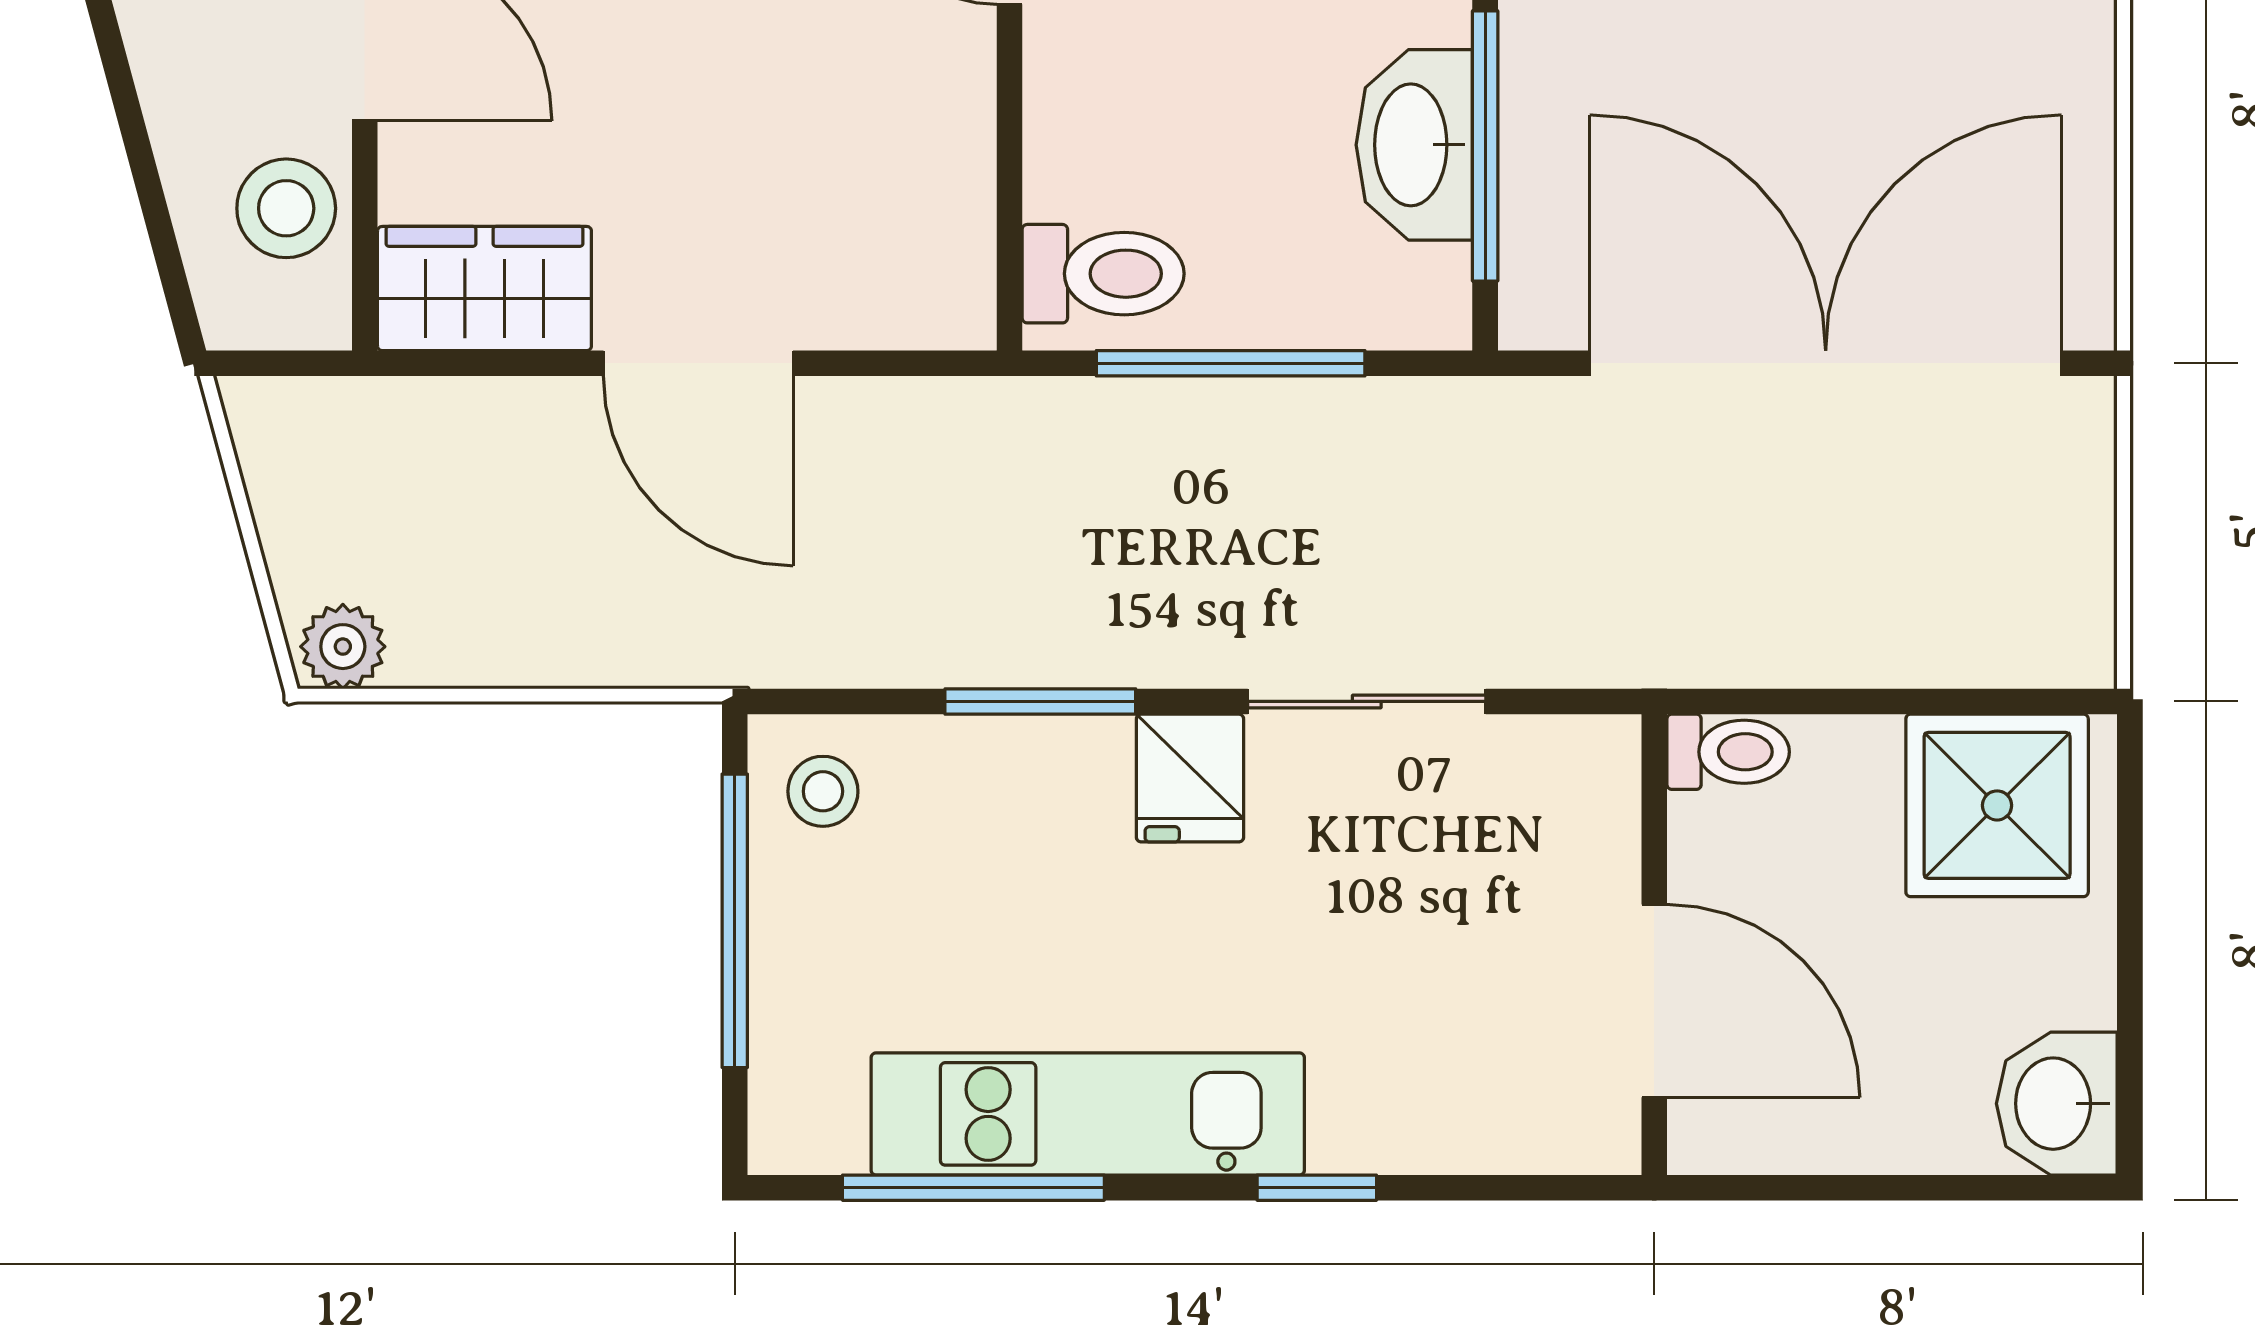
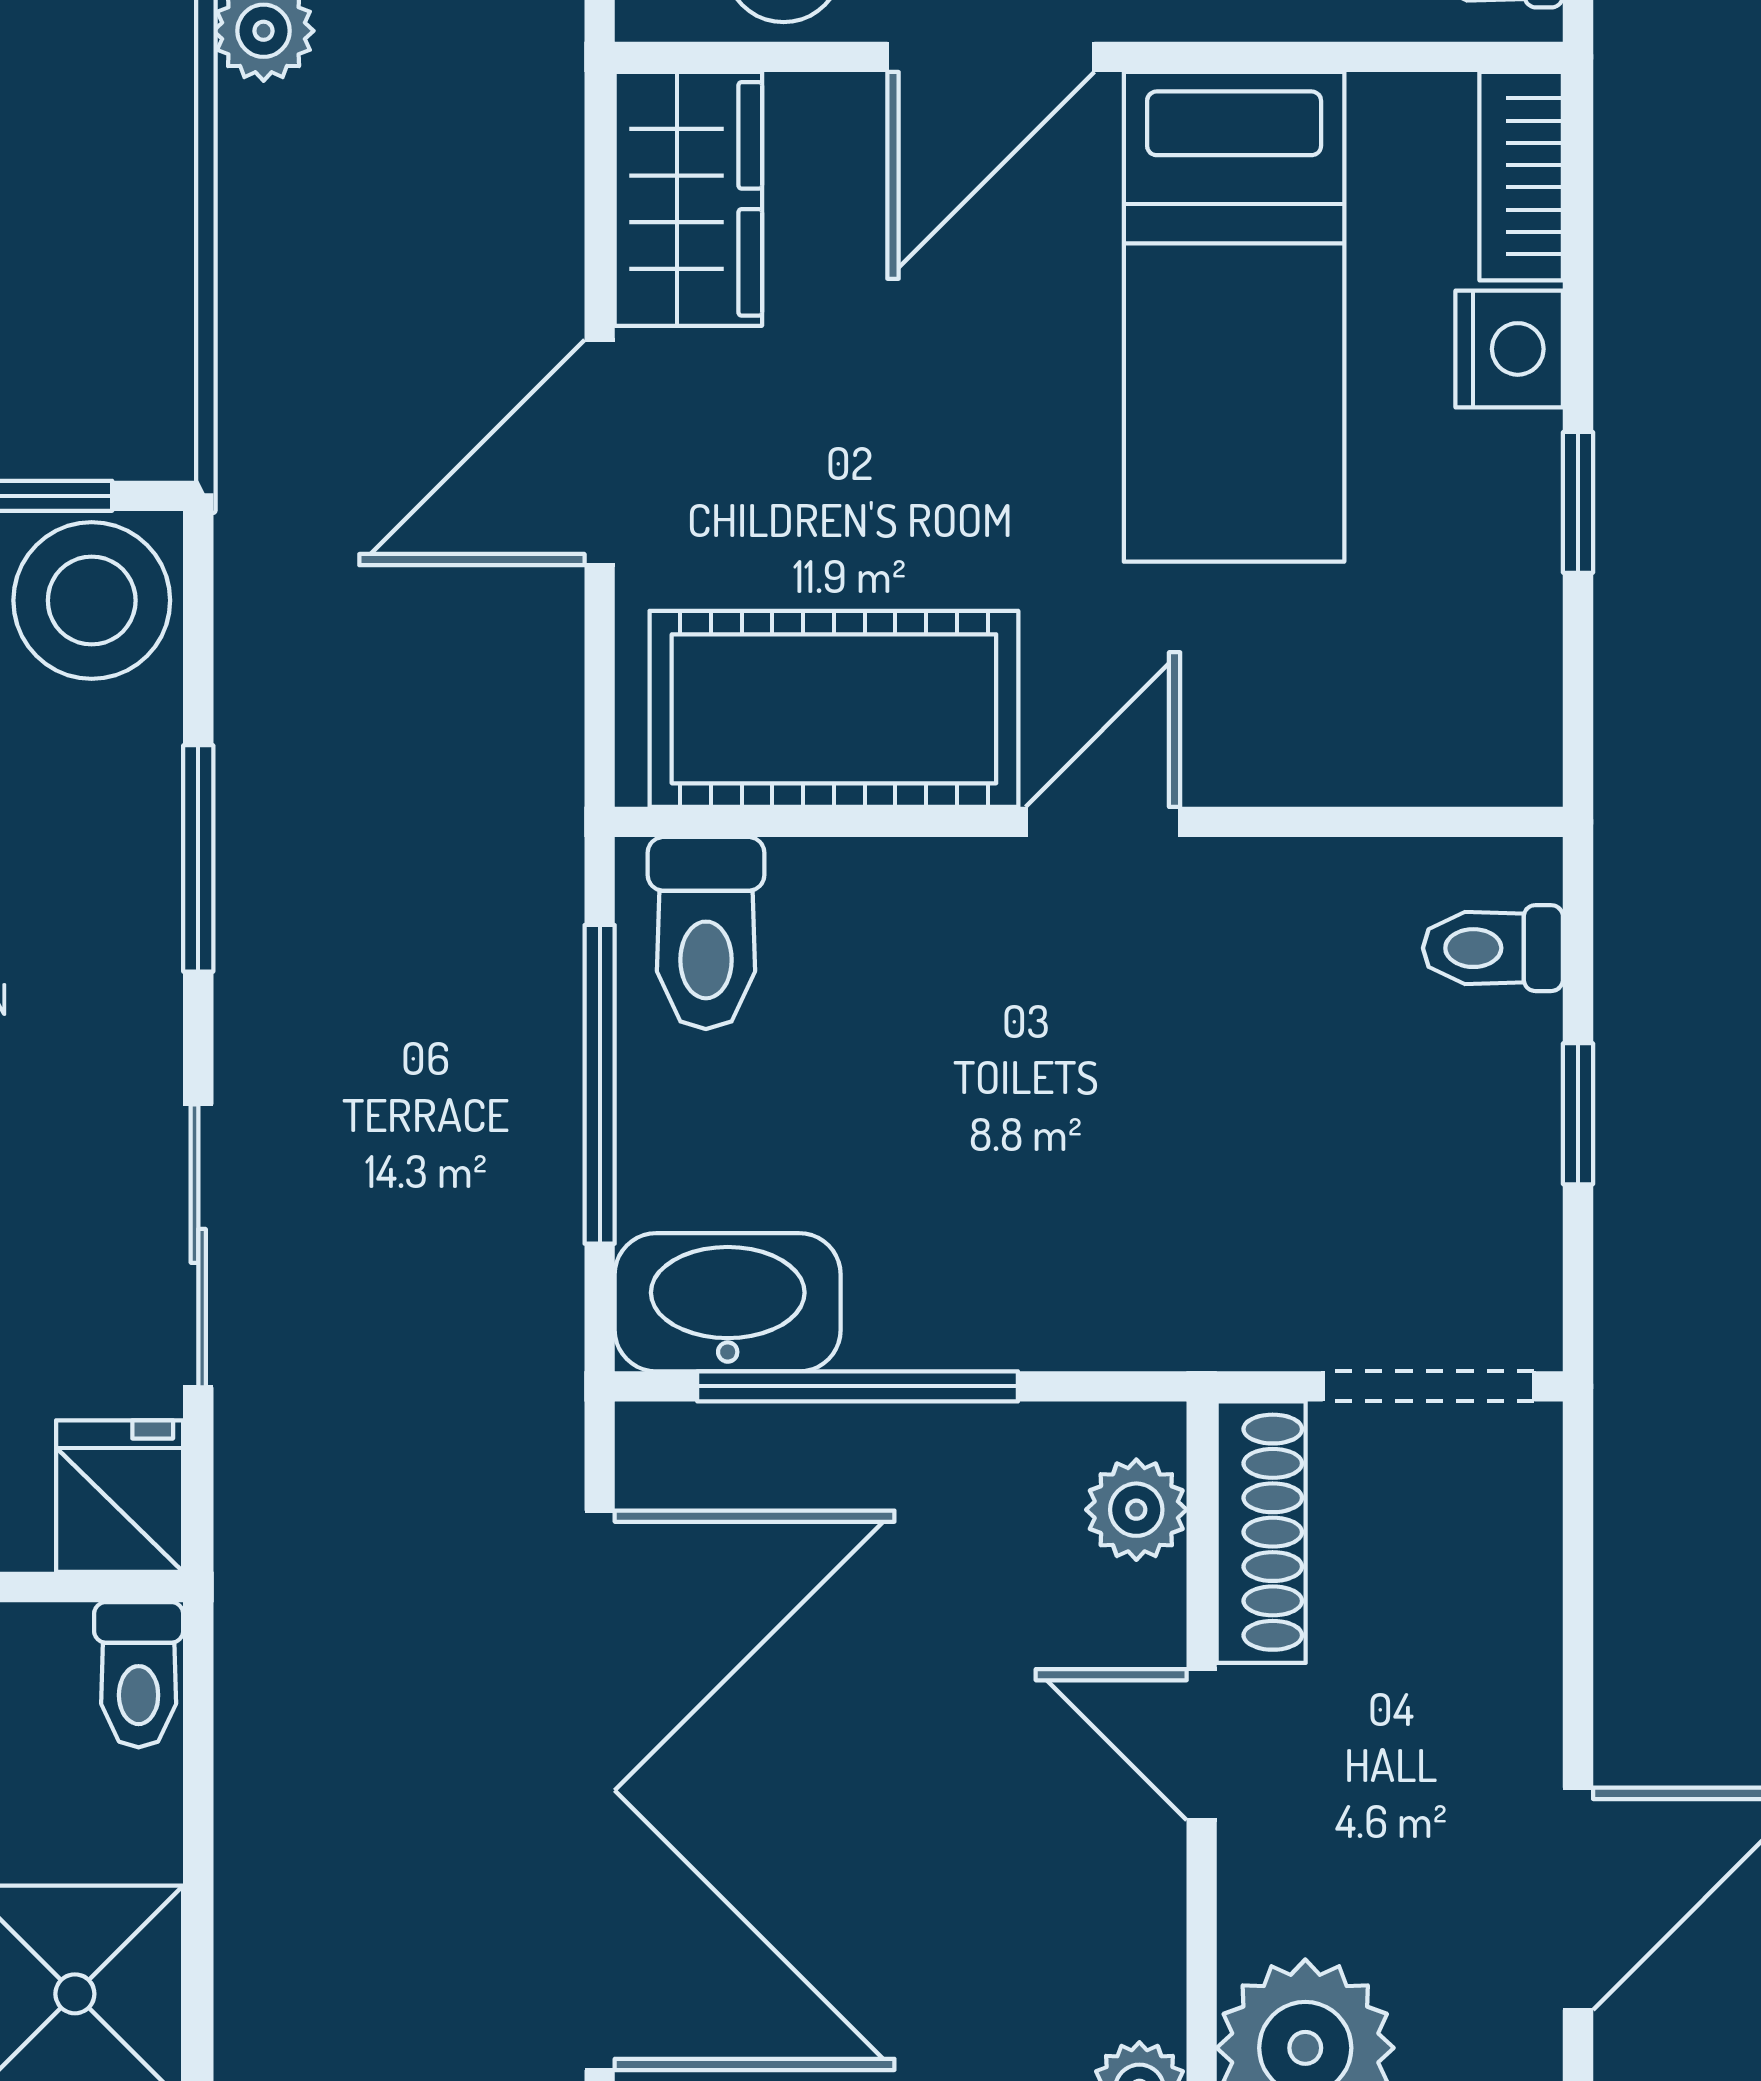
washbasin: (1414, 145) -> (728, 1302), moved
cot: (914, 166) -> (834, 709), added
fridge: (1190, 778) -> (120, 1496), moved, turned 90
stool: (823, 791) -> (92, 600), width x1.89, depth x1.89

